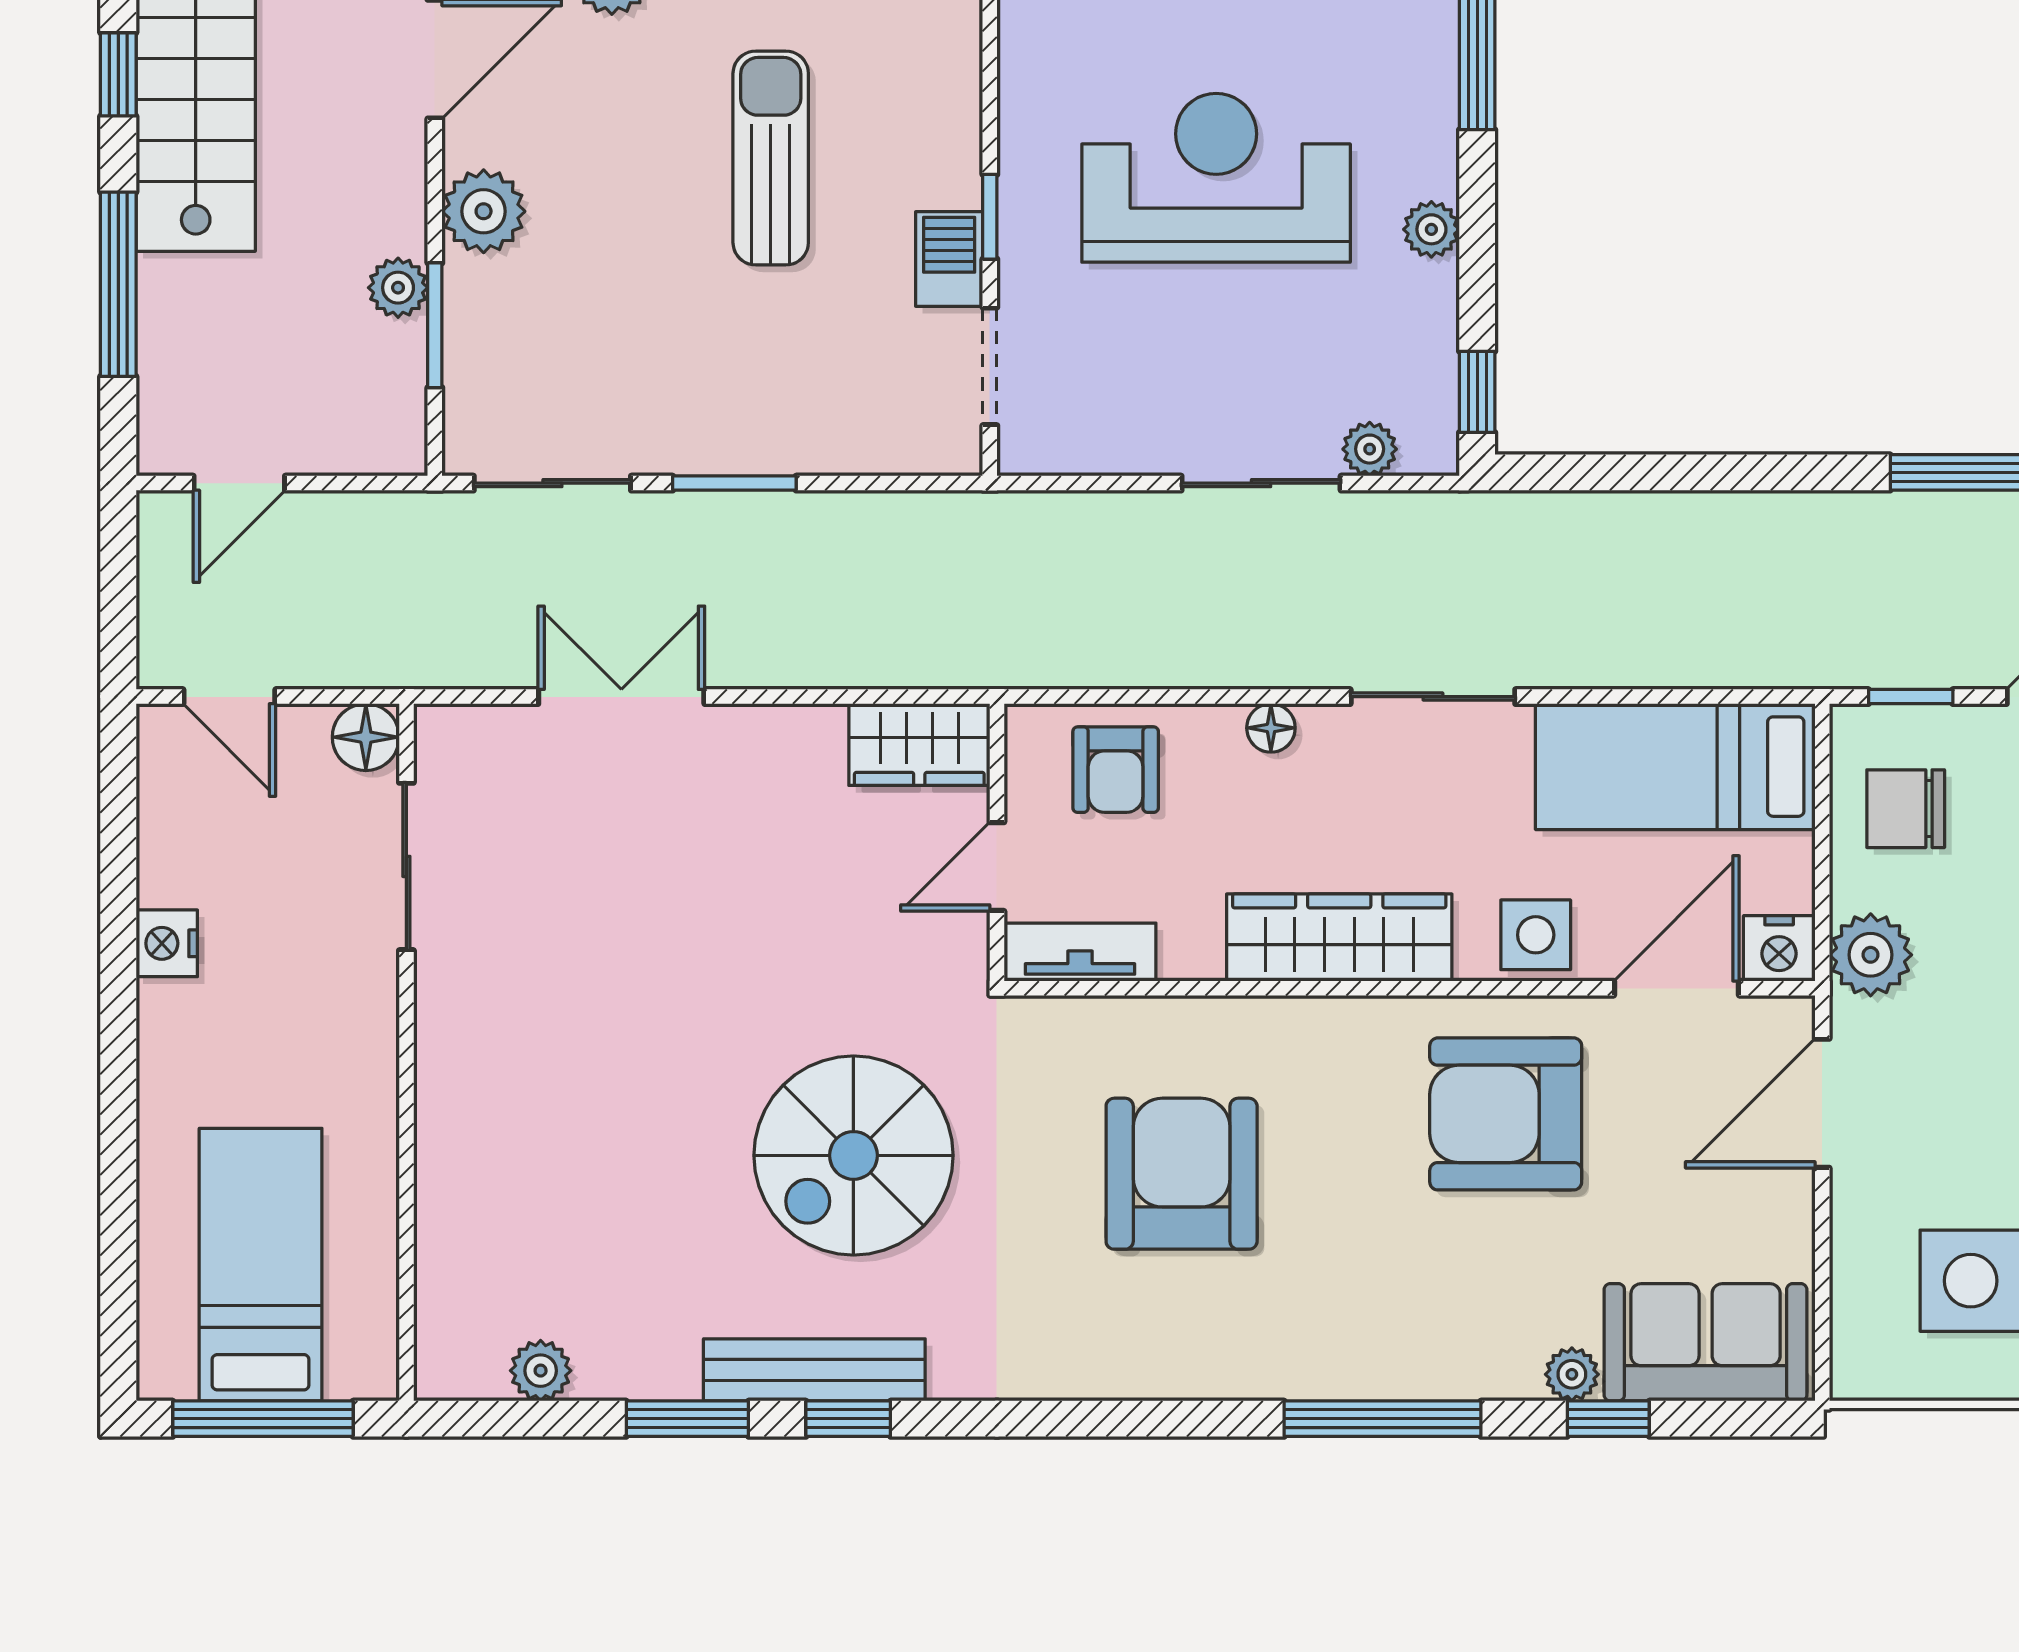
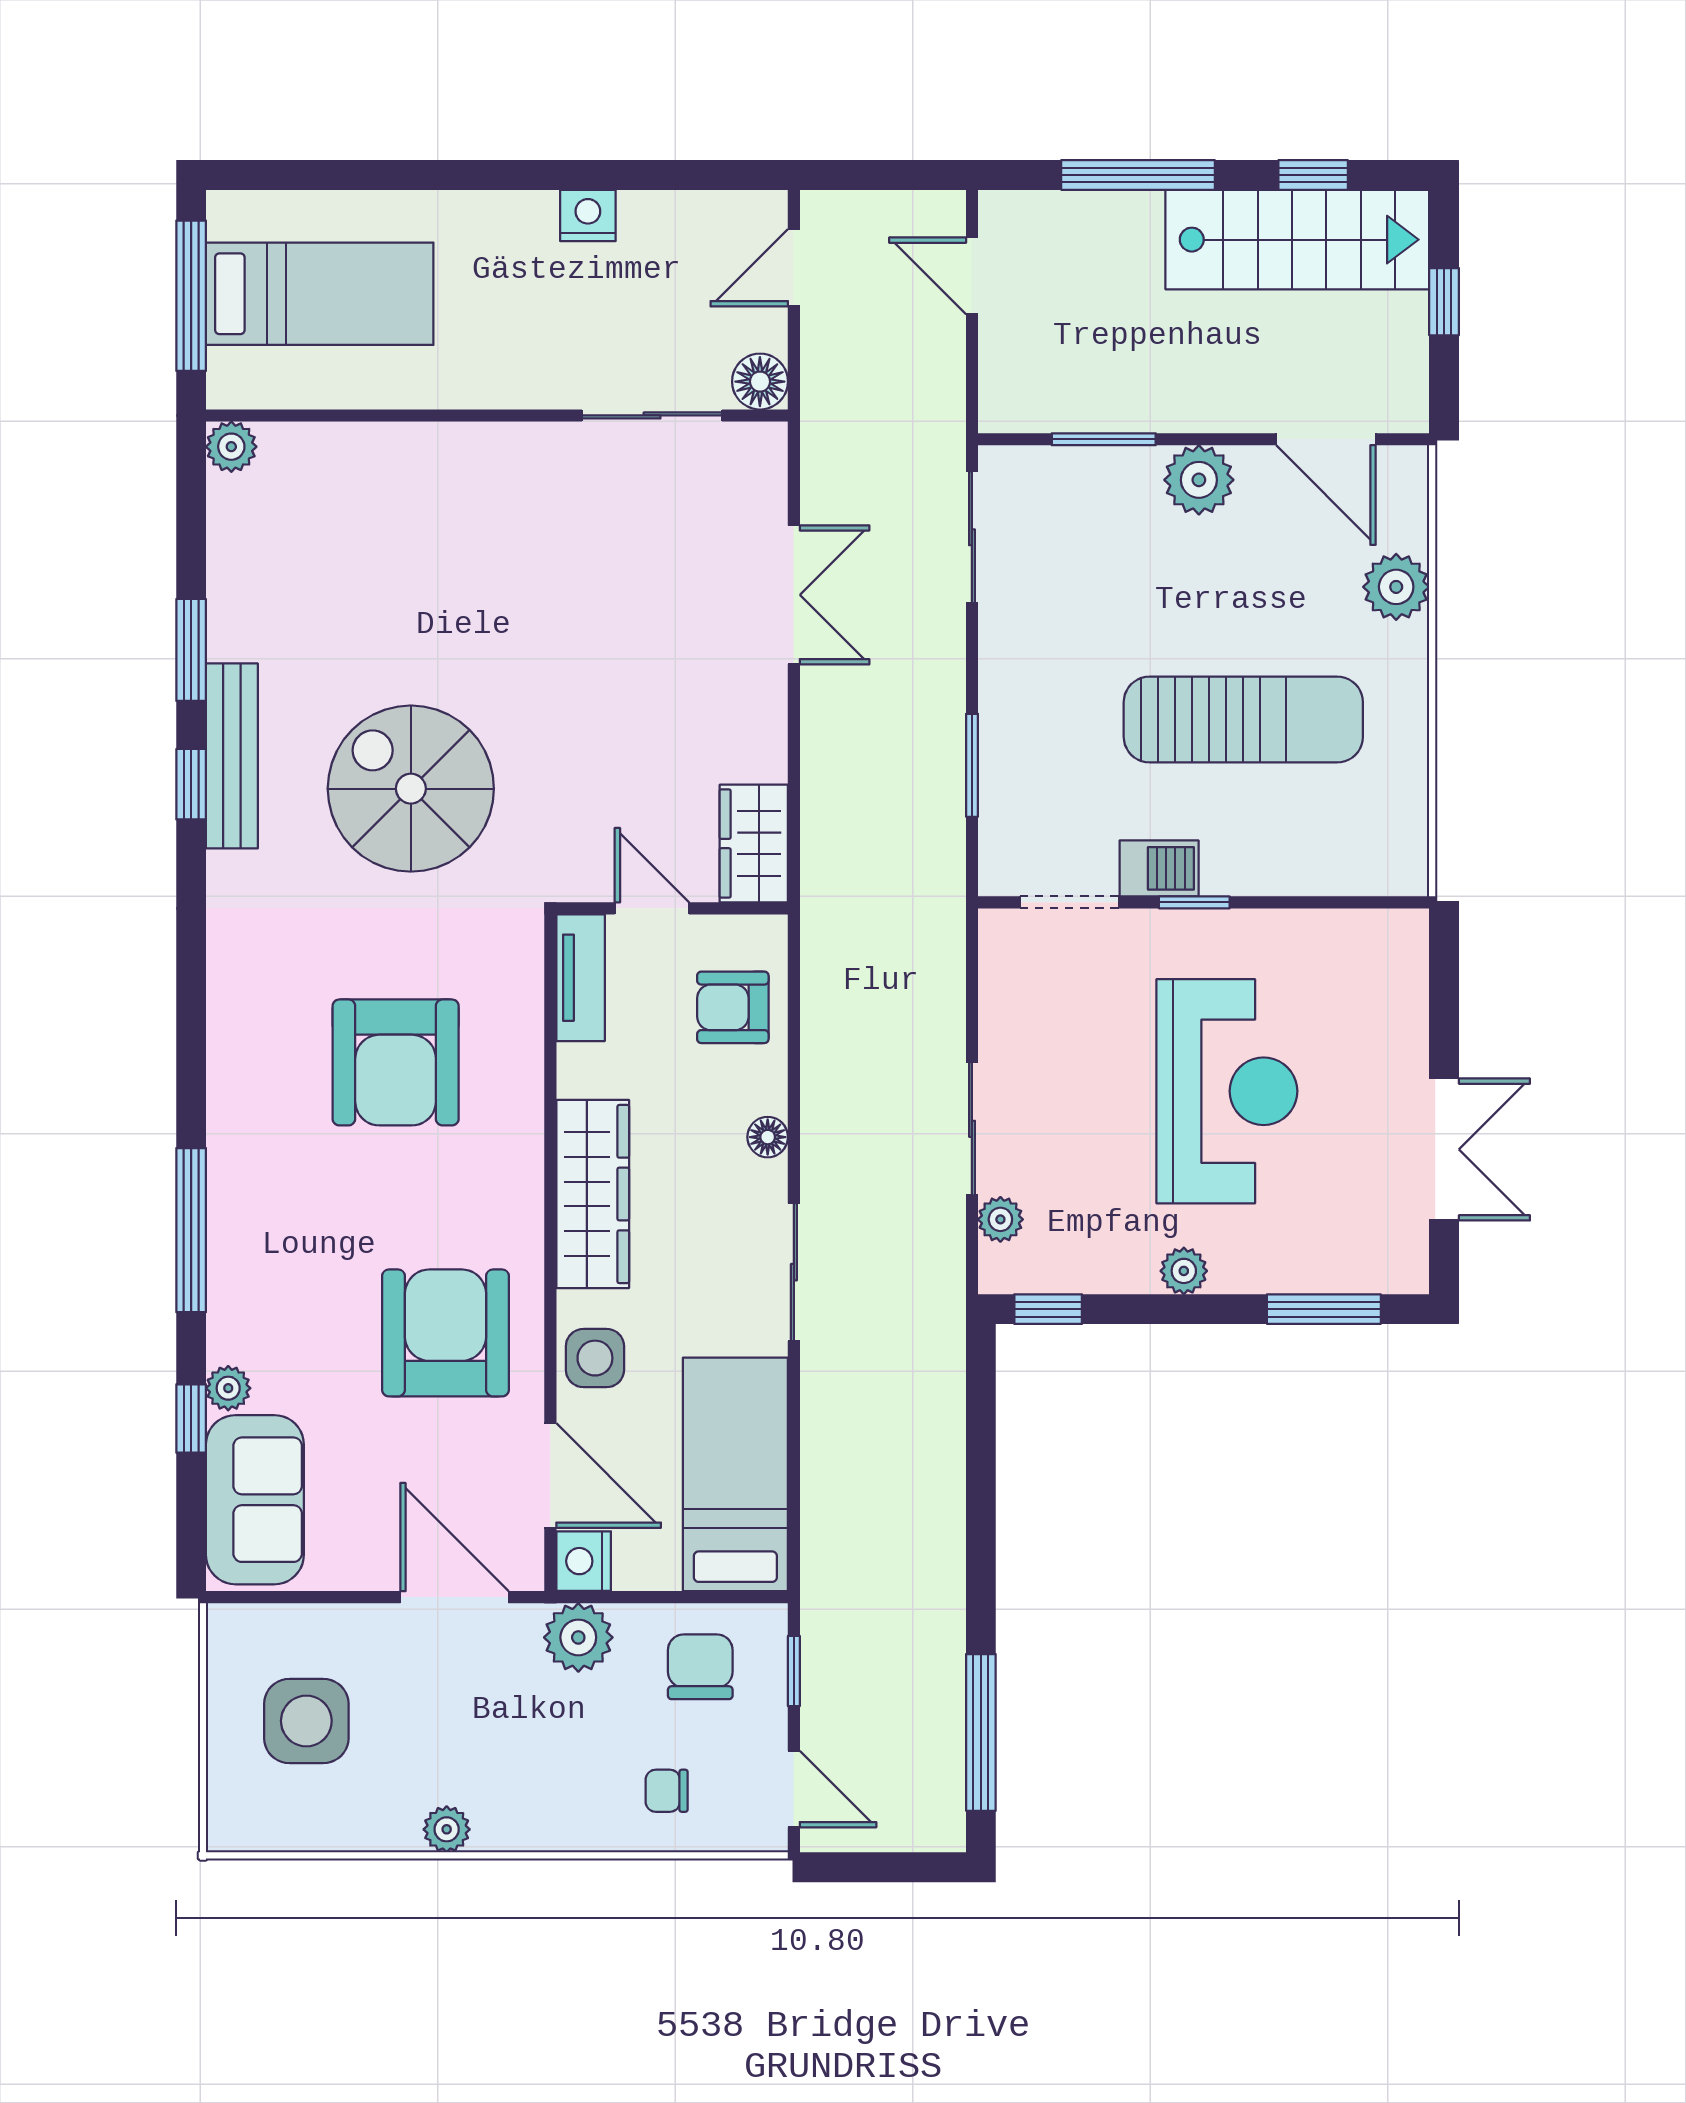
sun lounger: (771, 158) -> (1243, 720), width x1.36, depth x1.34
plant: (398, 288) -> (1135, 408), removed
window: (734, 483) -> (972, 765), moved
armchair: (1182, 1174) -> (396, 1062), turned 90
plant: (541, 1371) -> (231, 447), moved

